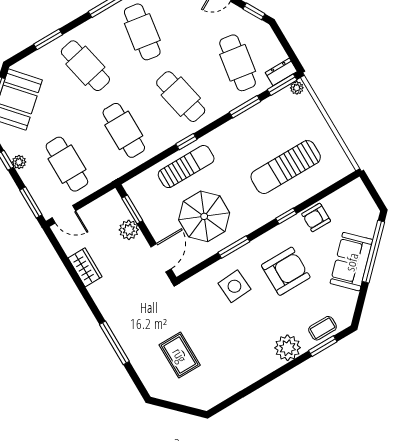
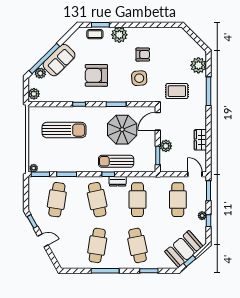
dresser: (281, 72) -> (118, 181), moved
plant: (359, 193) -> (34, 94), added
armchair: (316, 217) -> (143, 55), moved
plant: (367, 227) -> (40, 73), added
side table: (234, 286) -> (139, 78), moved
rug: (180, 355) -> (177, 91), moved, turned 90
plant: (150, 371) -> (198, 65), added

